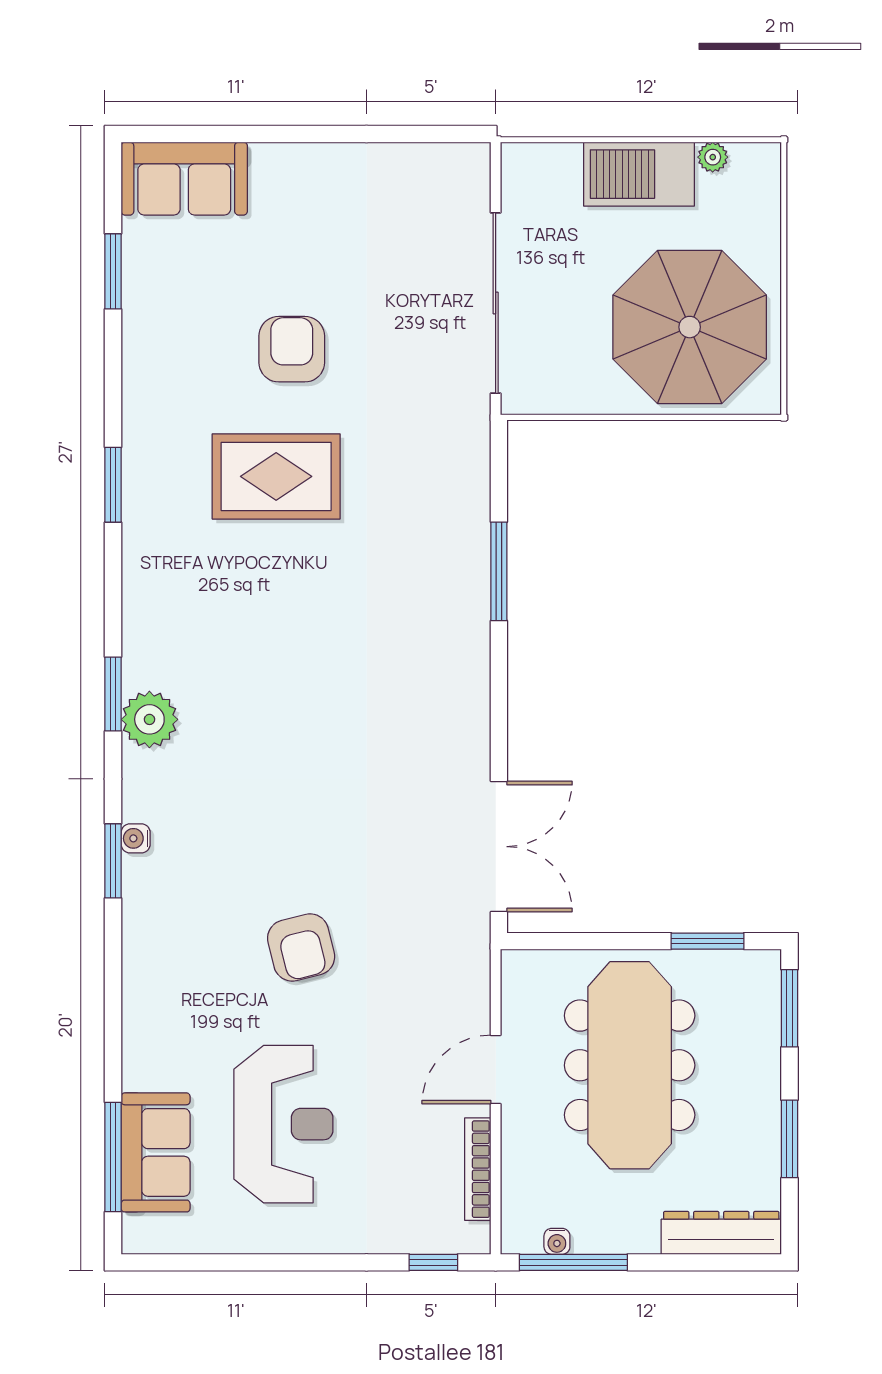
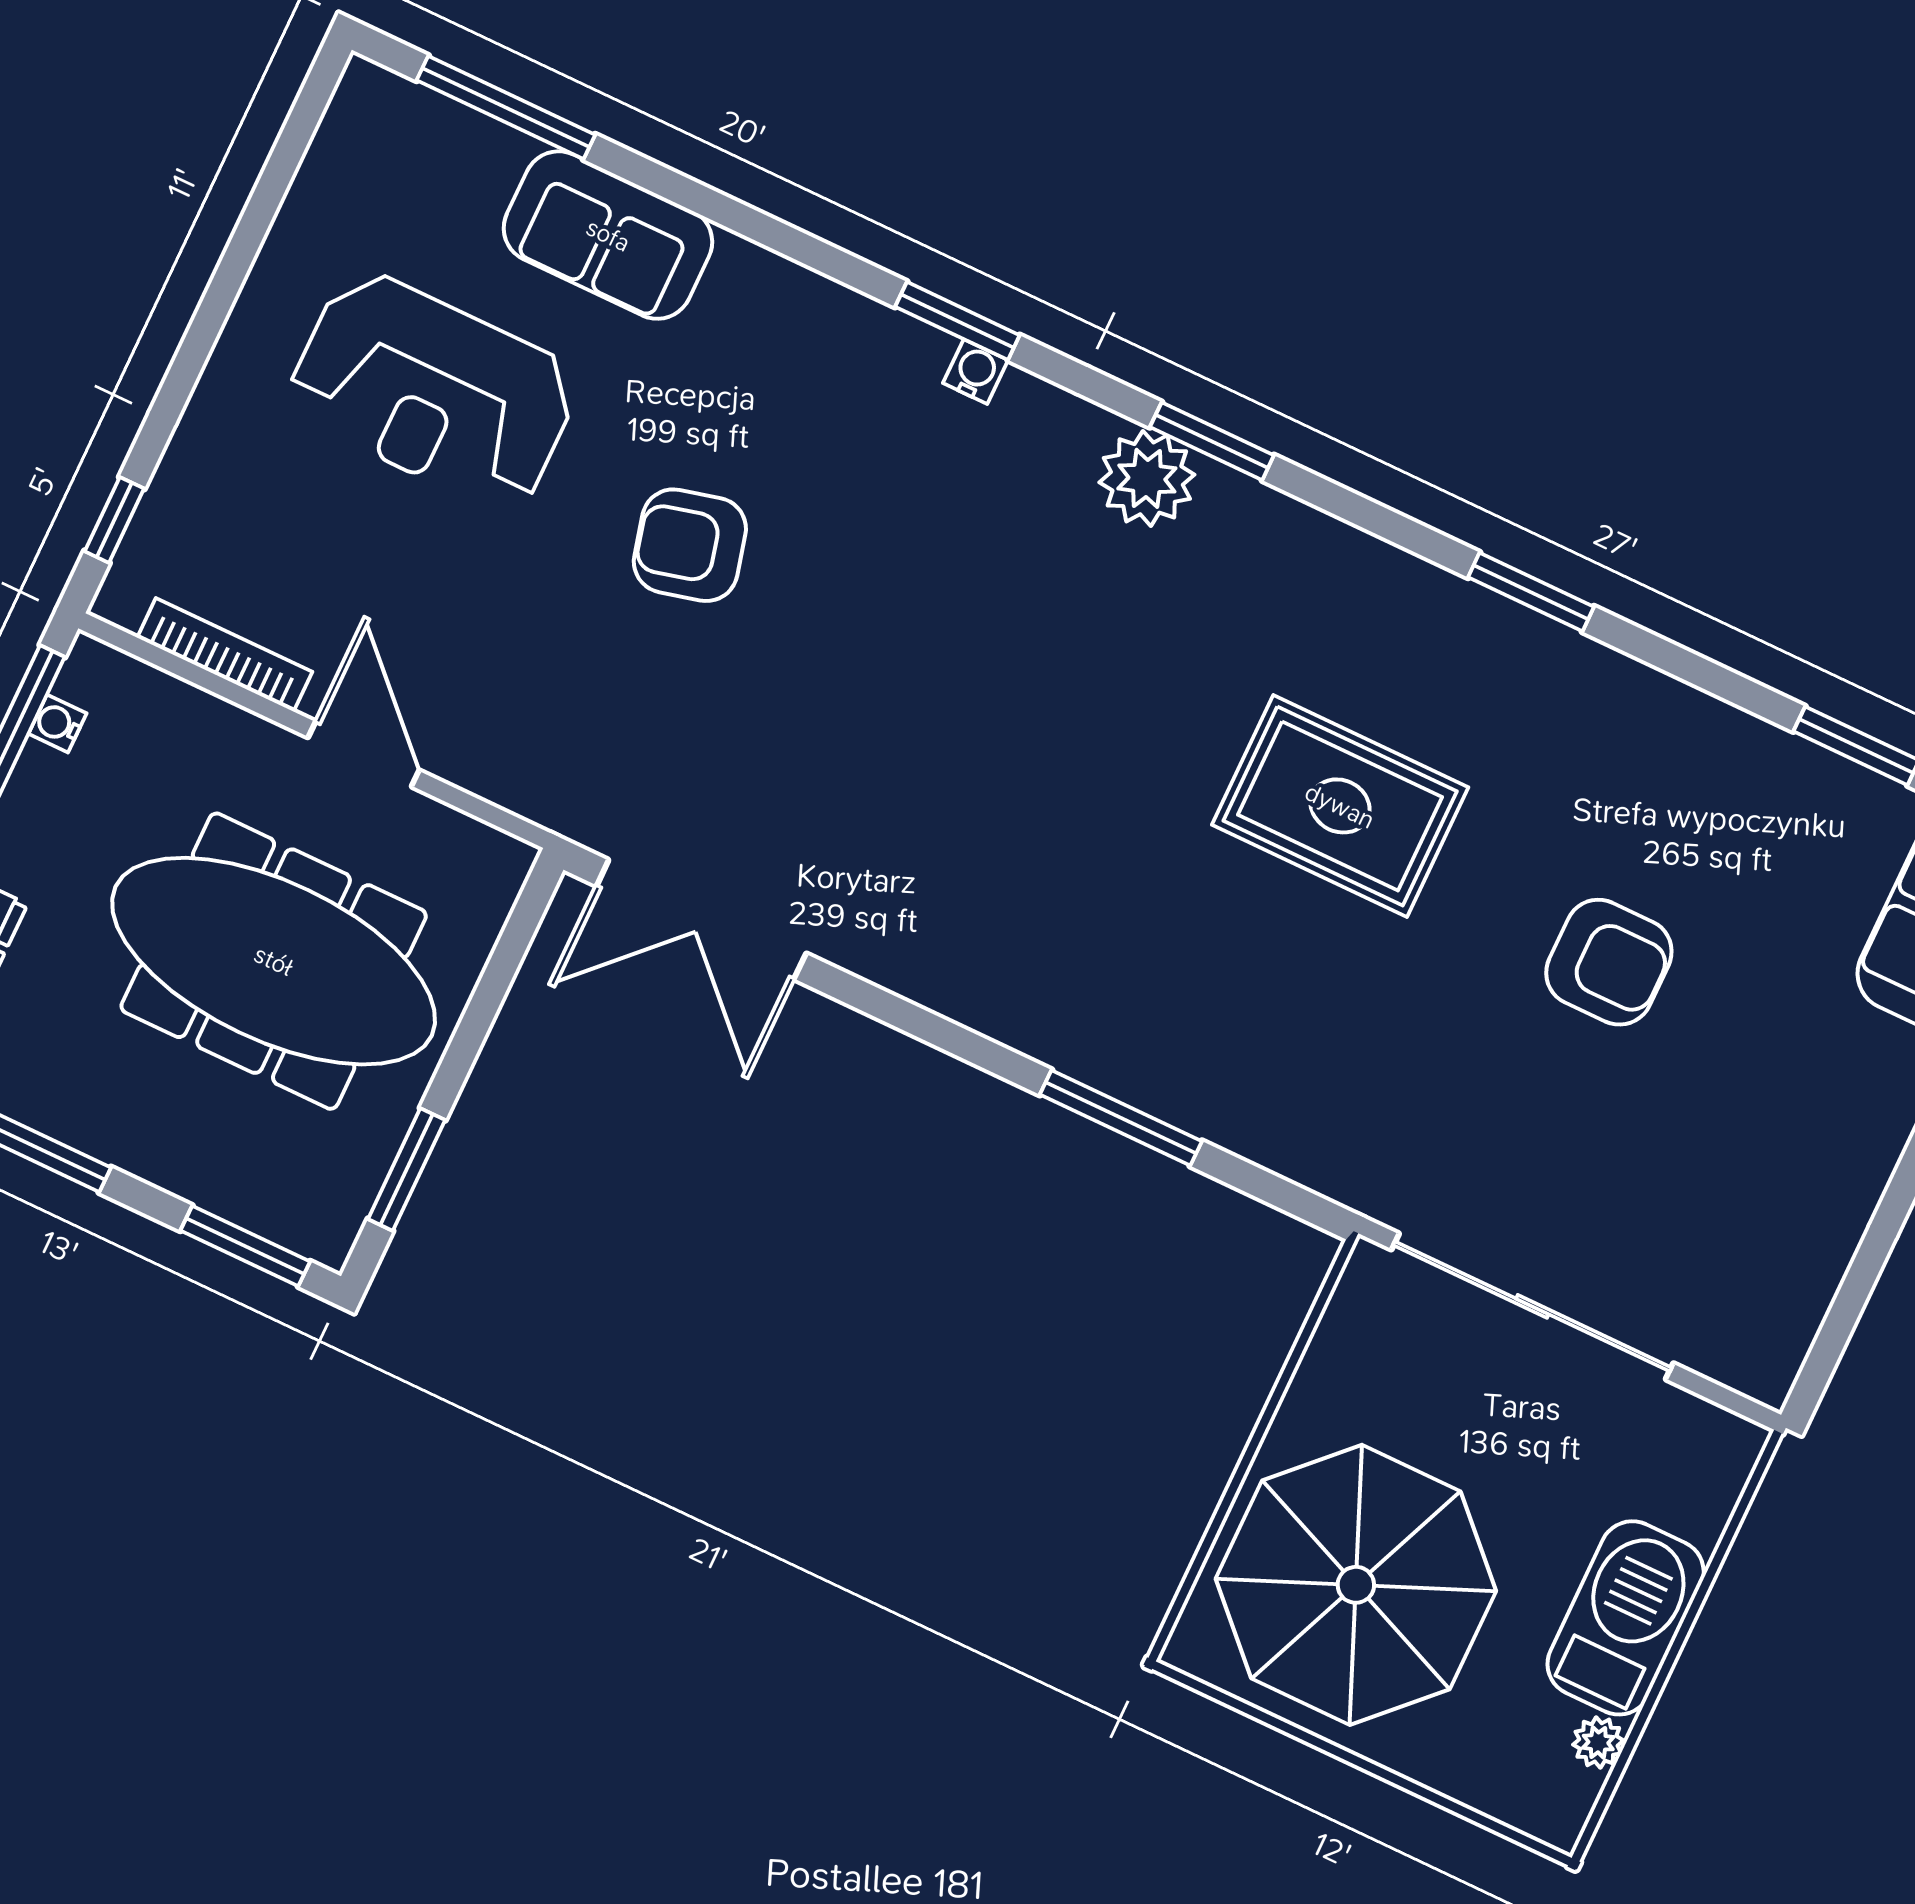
rug: (276, 476) -> (1340, 806), moved, turned 90
sofa: (156, 1152) -> (608, 235), moved

